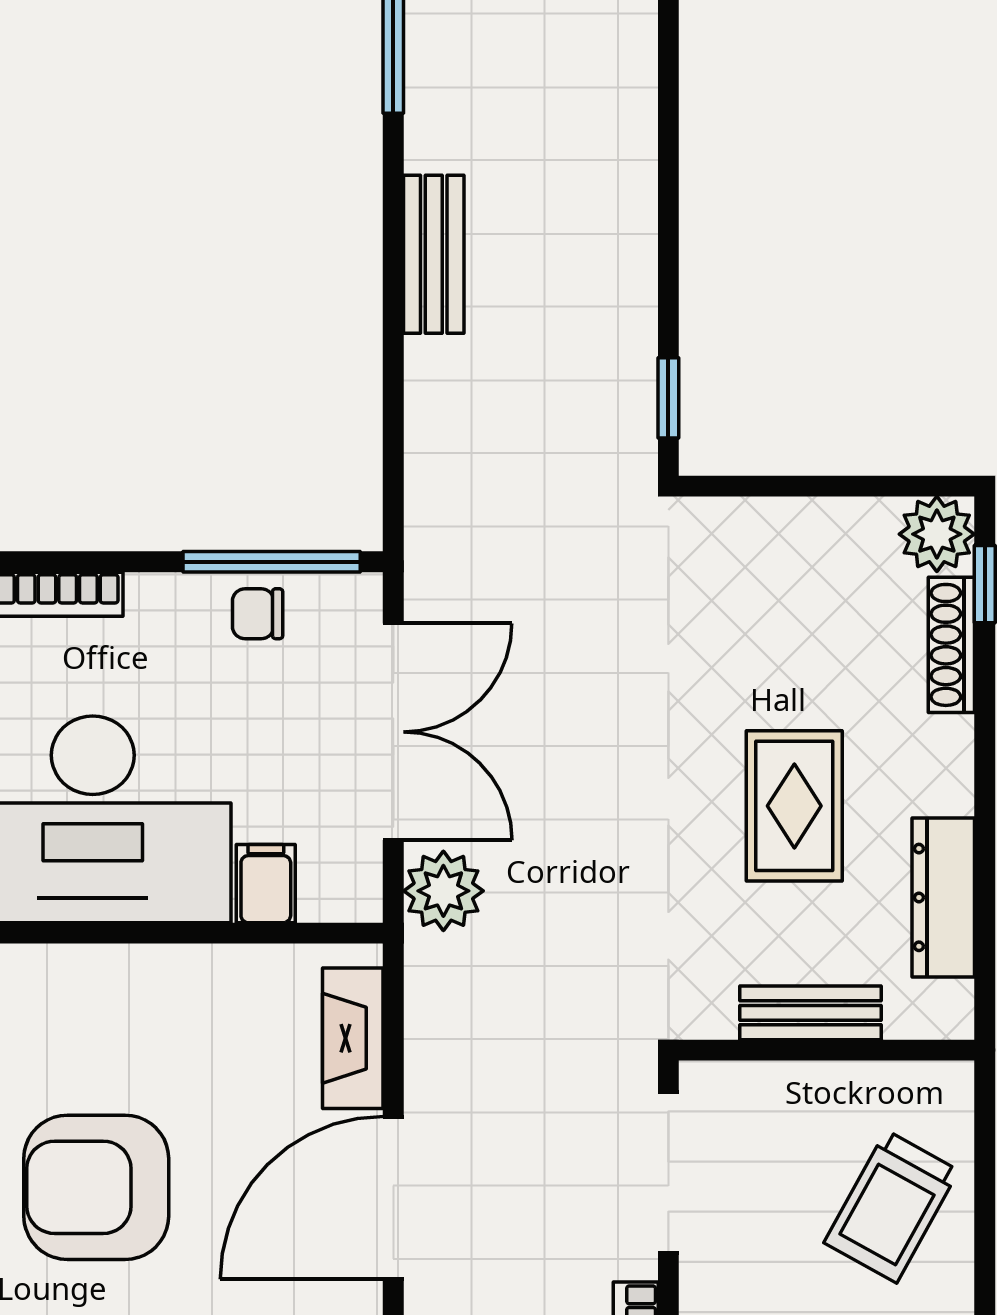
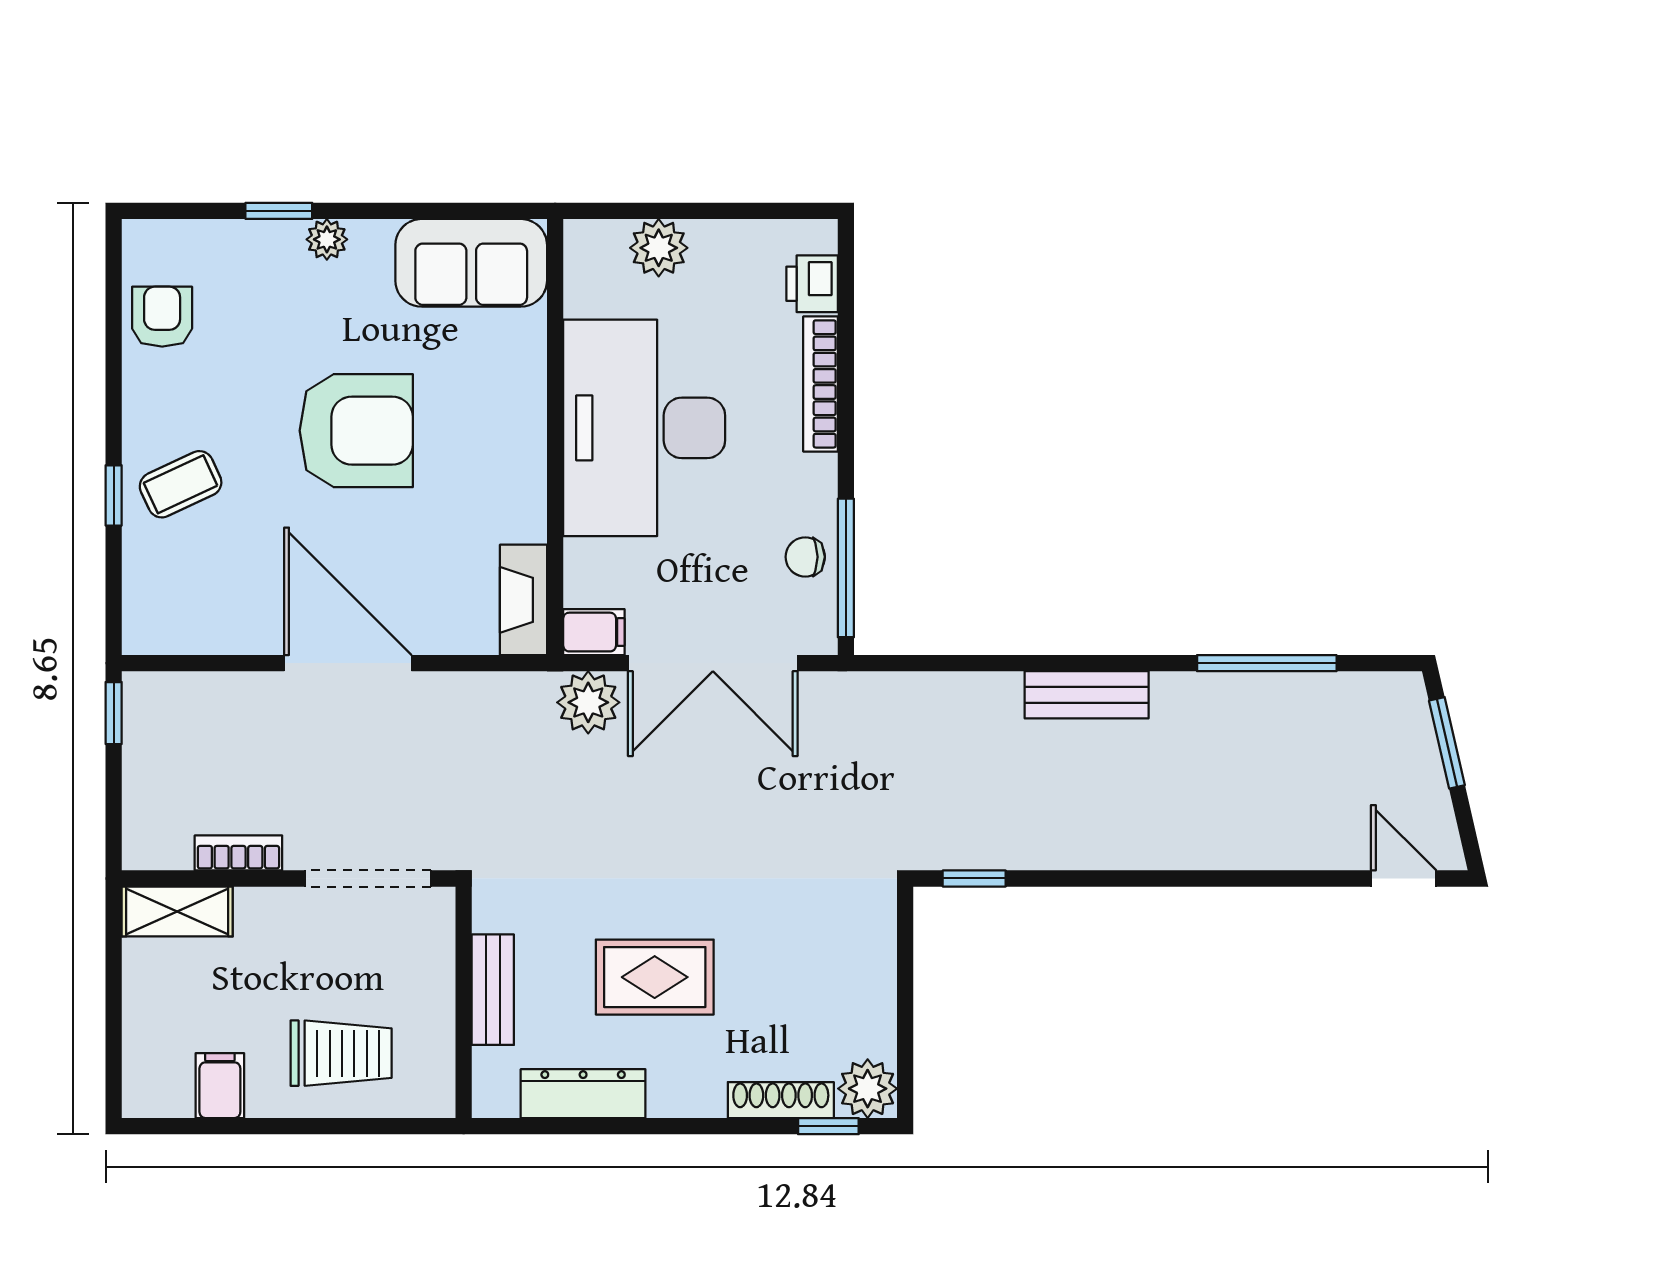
chair: (258, 614) -> (805, 557), turned -90
filing cabinet: (266, 884) -> (594, 632), moved
fireplace: (353, 1038) -> (524, 600), moved, turned -90
armchair: (96, 1187) -> (356, 431), turned 90
trolley: (891, 1207) -> (341, 1053), turned 151

